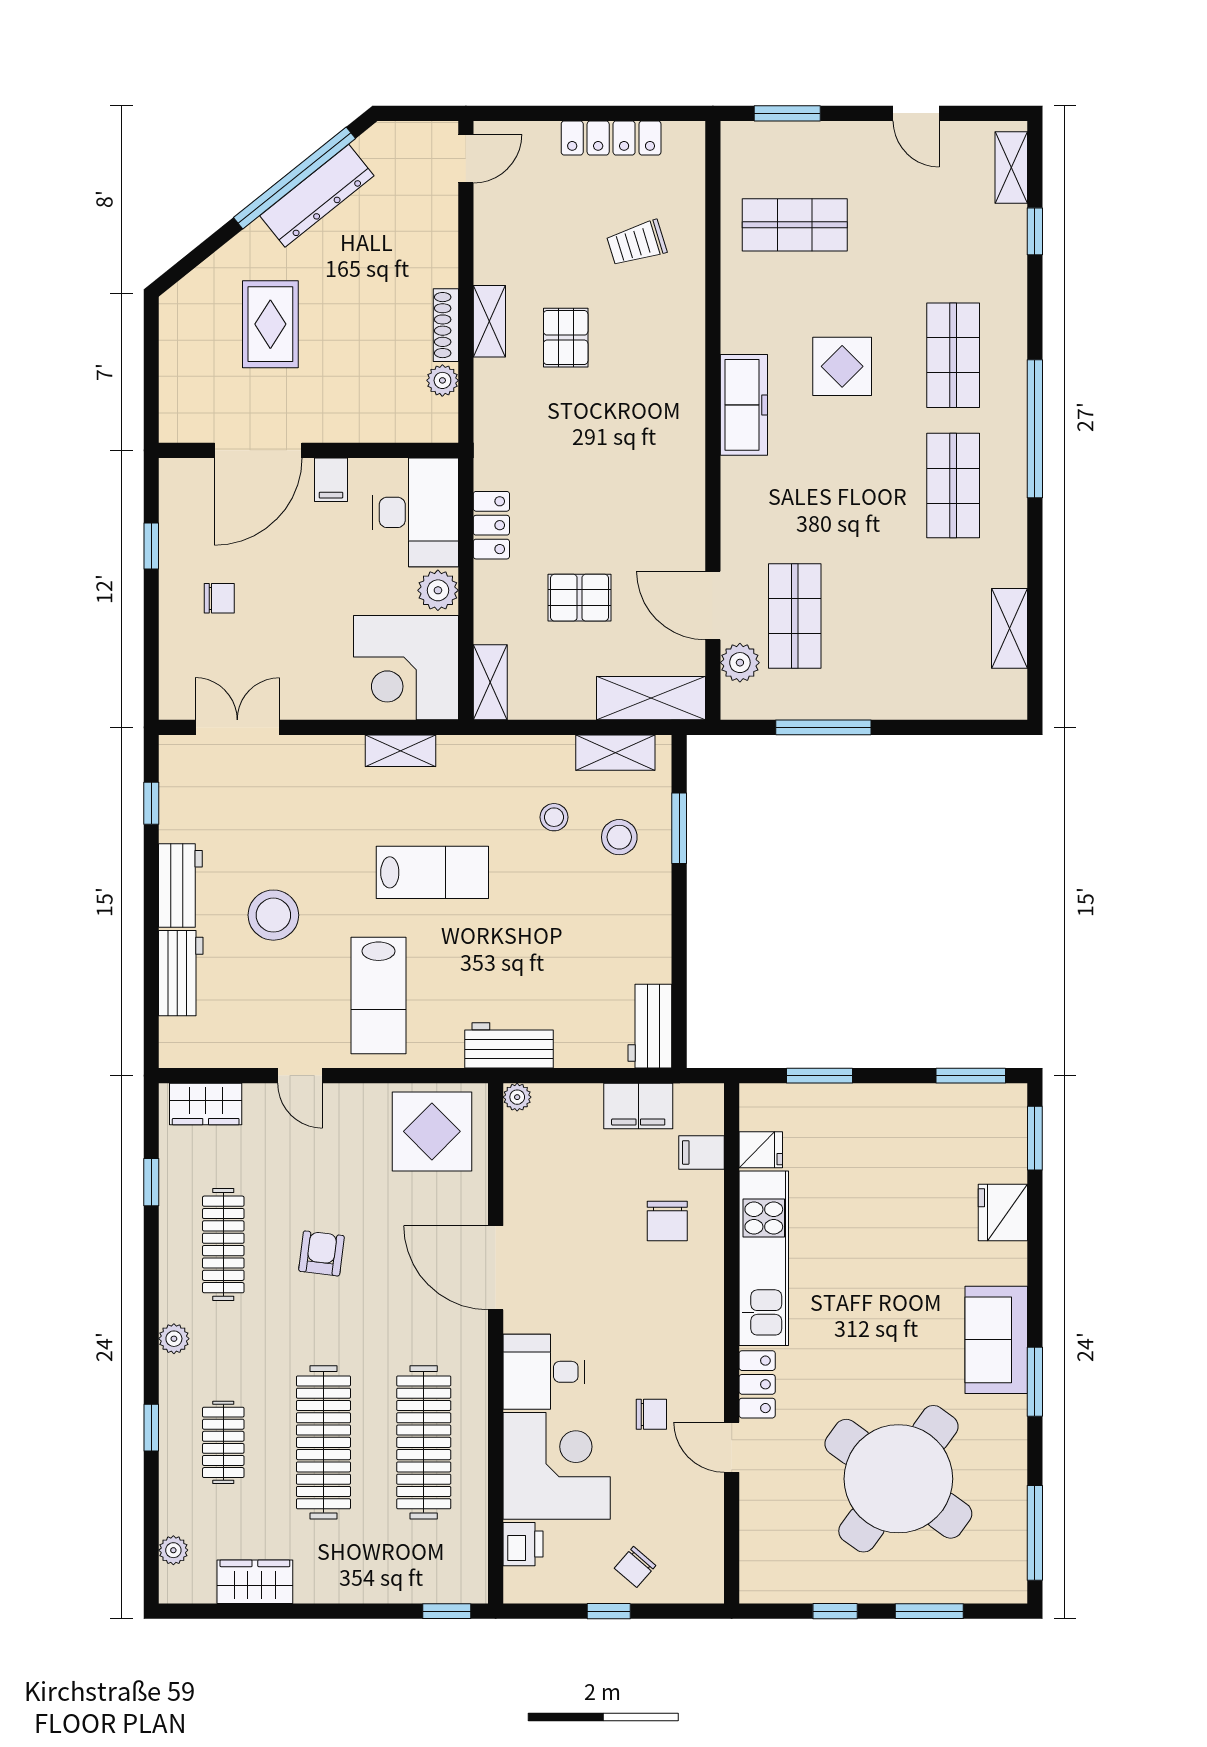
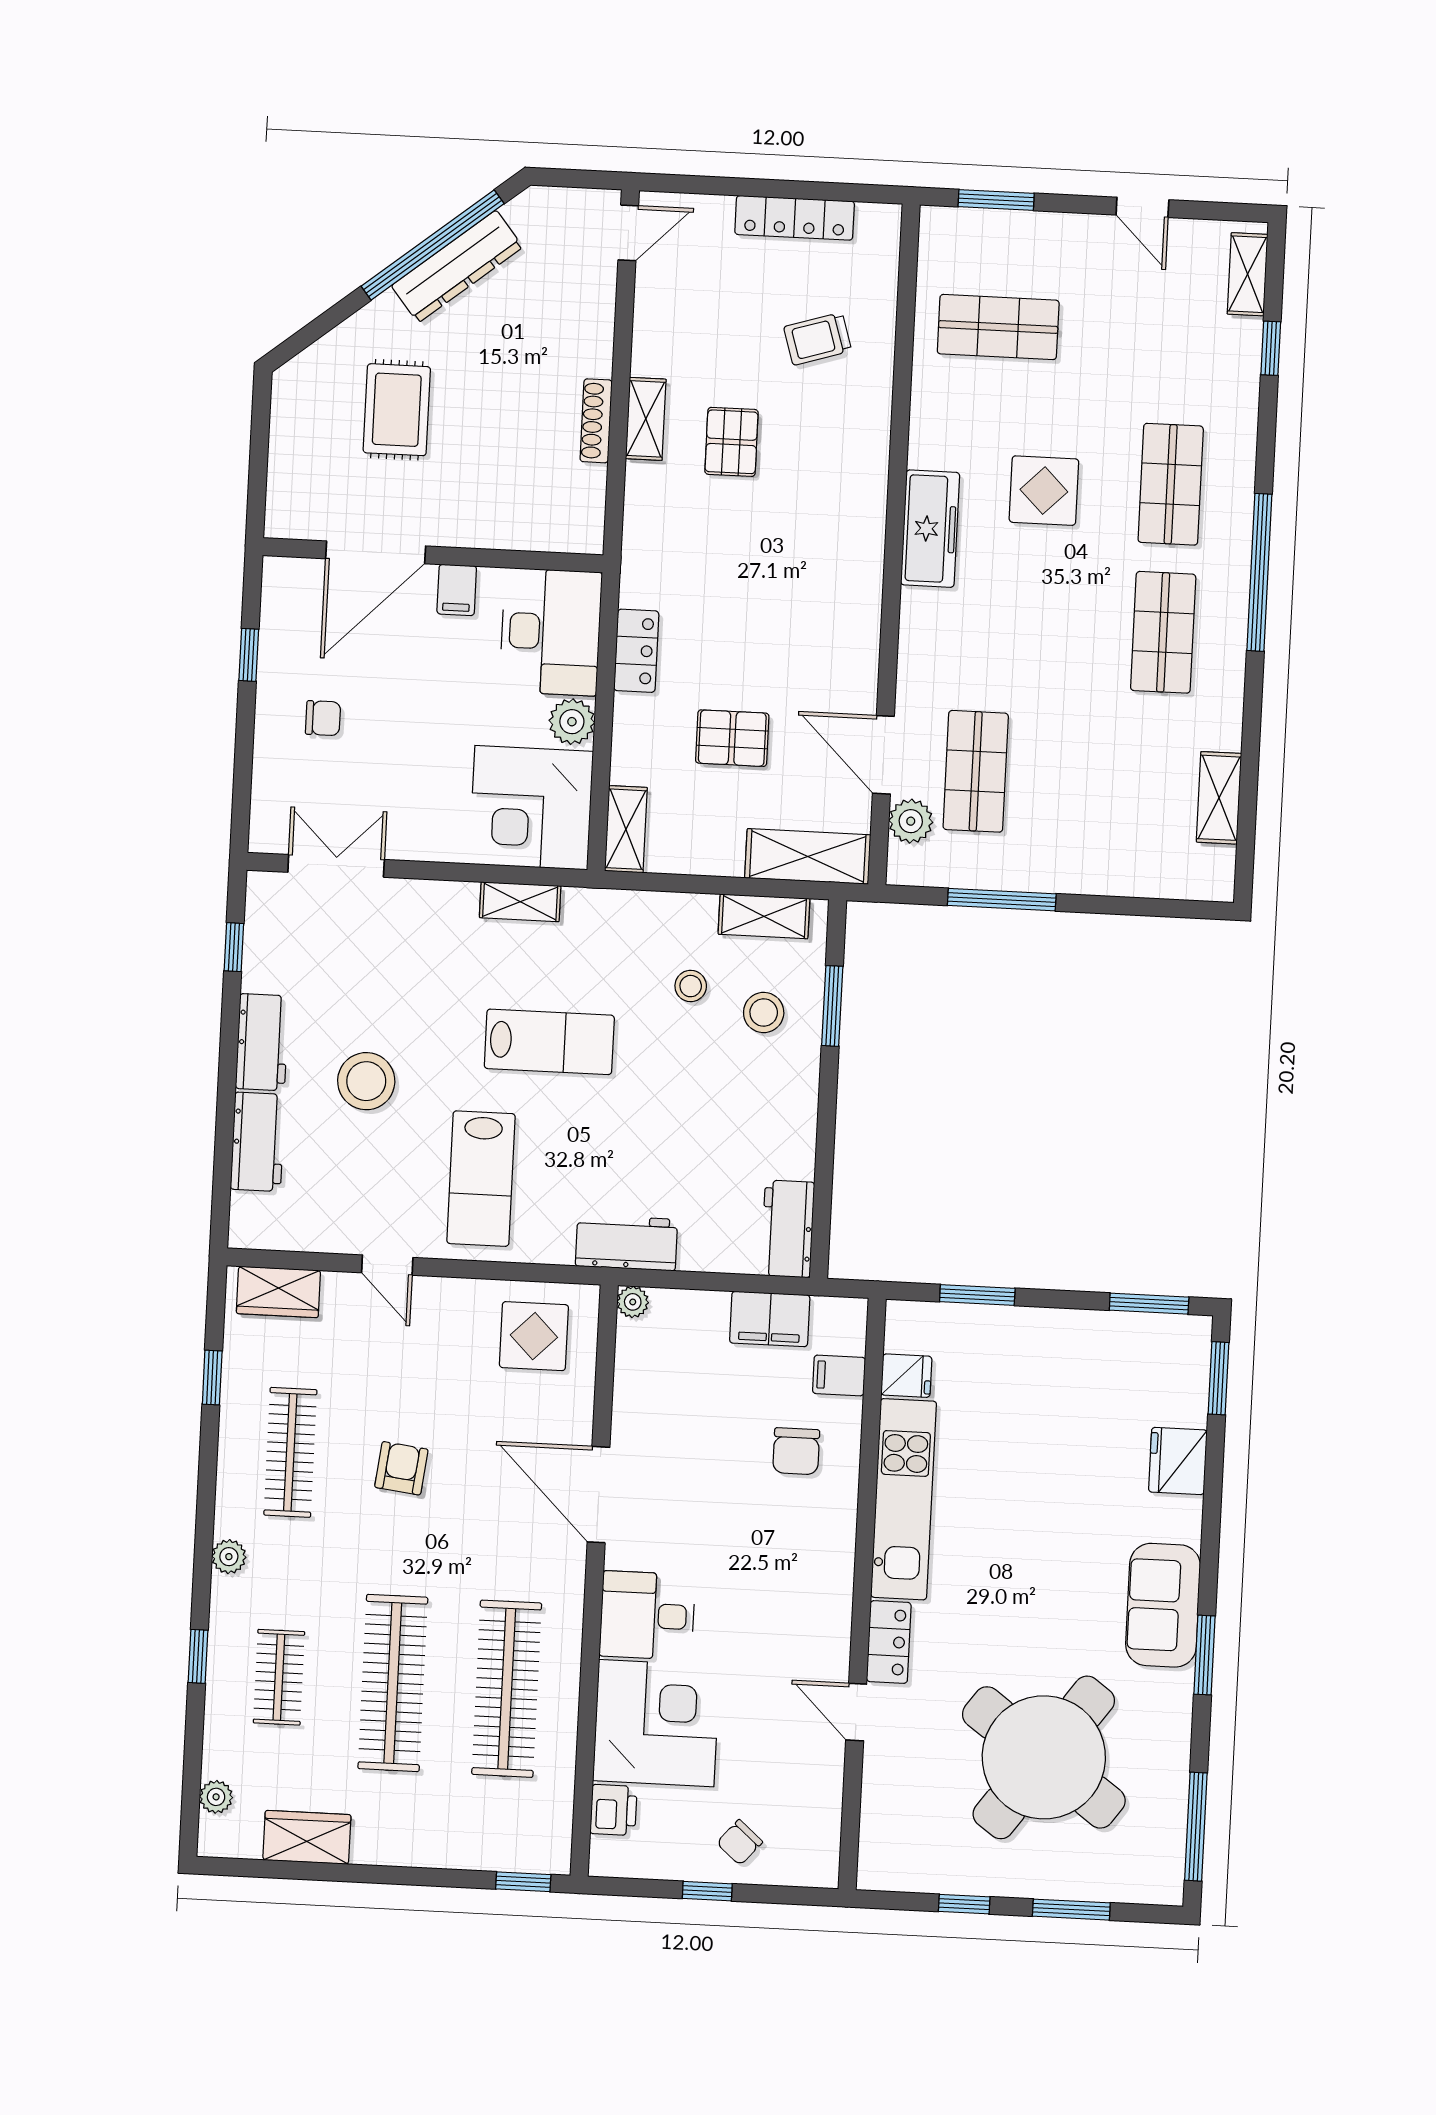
plant: (442, 380) -> (589, 483), removed
display table: (432, 1131) -> (534, 1336), width x0.73, depth x0.73
chair: (651, 1414) -> (767, 1670), removed

